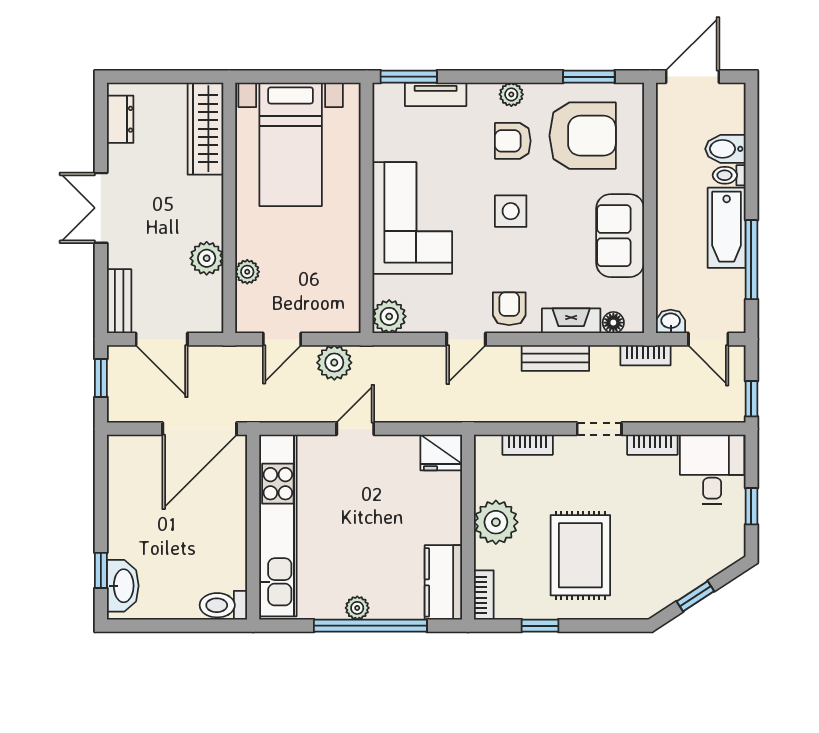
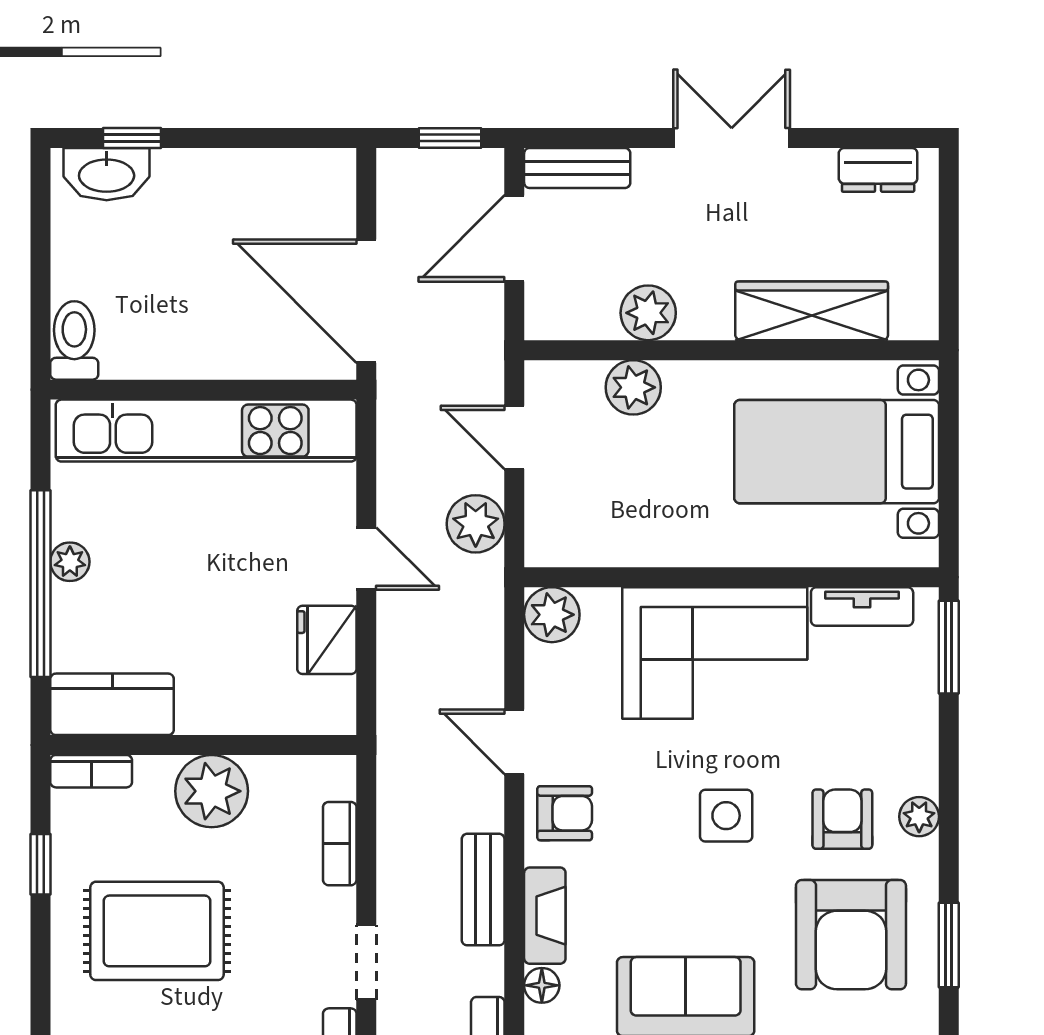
tv unit: (436, 94) -> (862, 607), moved, turned -90
wardrobe: (205, 129) -> (812, 311), moved
plant: (247, 272) -> (633, 387), width x1.38, depth x1.38
fridge: (441, 453) -> (327, 640), moved

